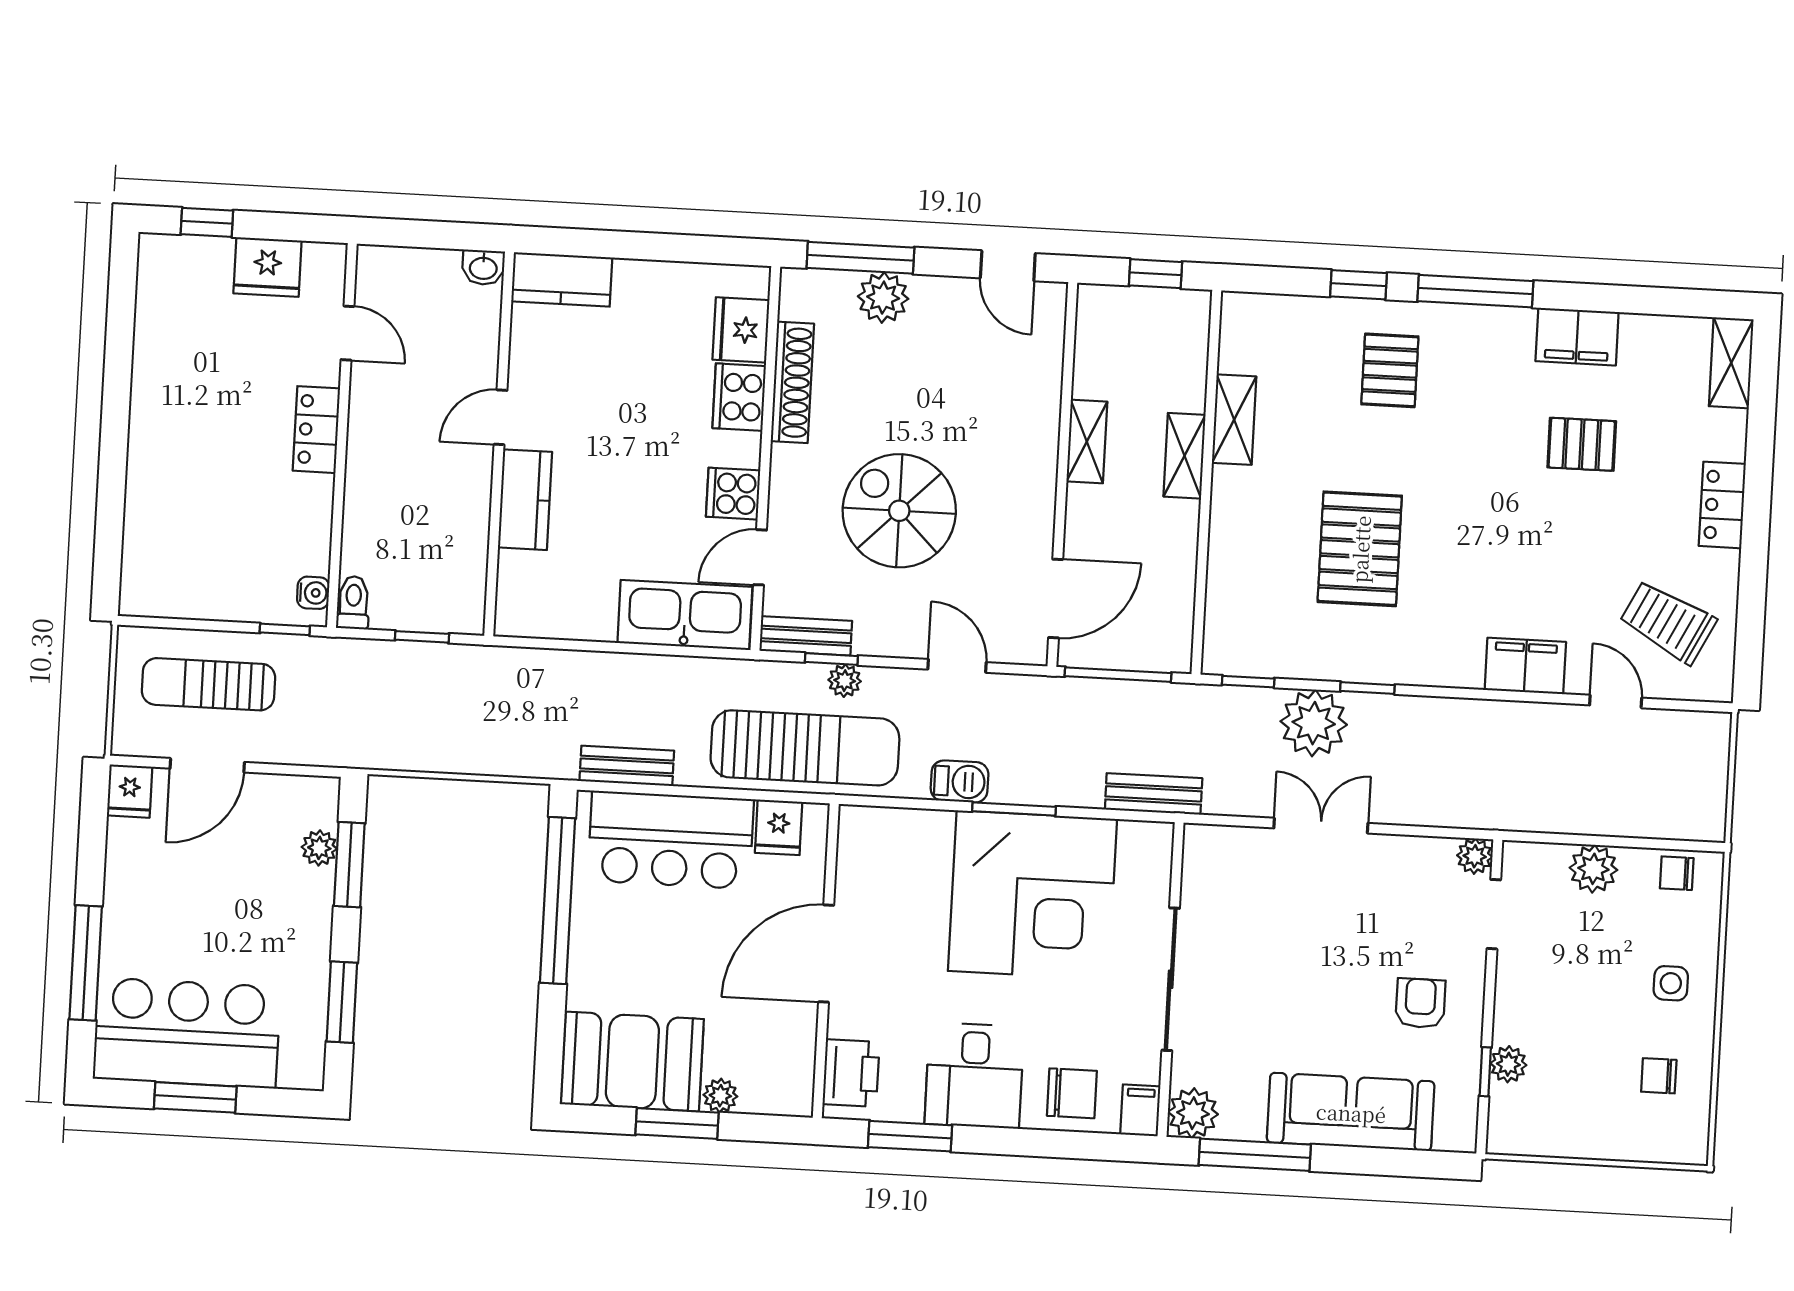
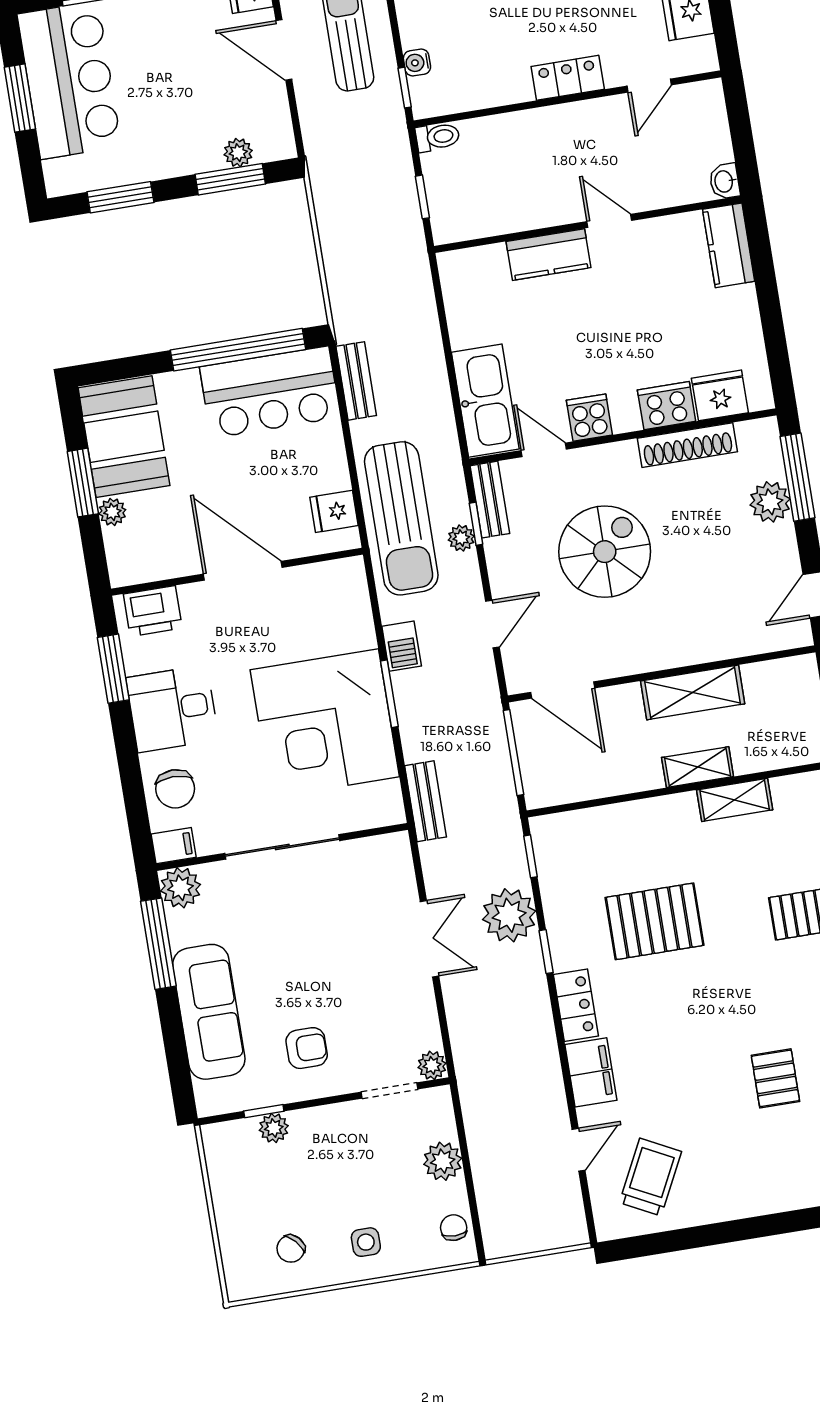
shelving: (1087, 442) -> (693, 692), width x1.50, depth x1.33
locker: (1722, 505) -> (576, 1005), moved, turned 90
water cooler: (313, 593) -> (417, 63), moved, turned 90
bar counter: (671, 840) -> (270, 392), moved, turned -90
chair: (1659, 1076) -> (291, 1249), turned -132

